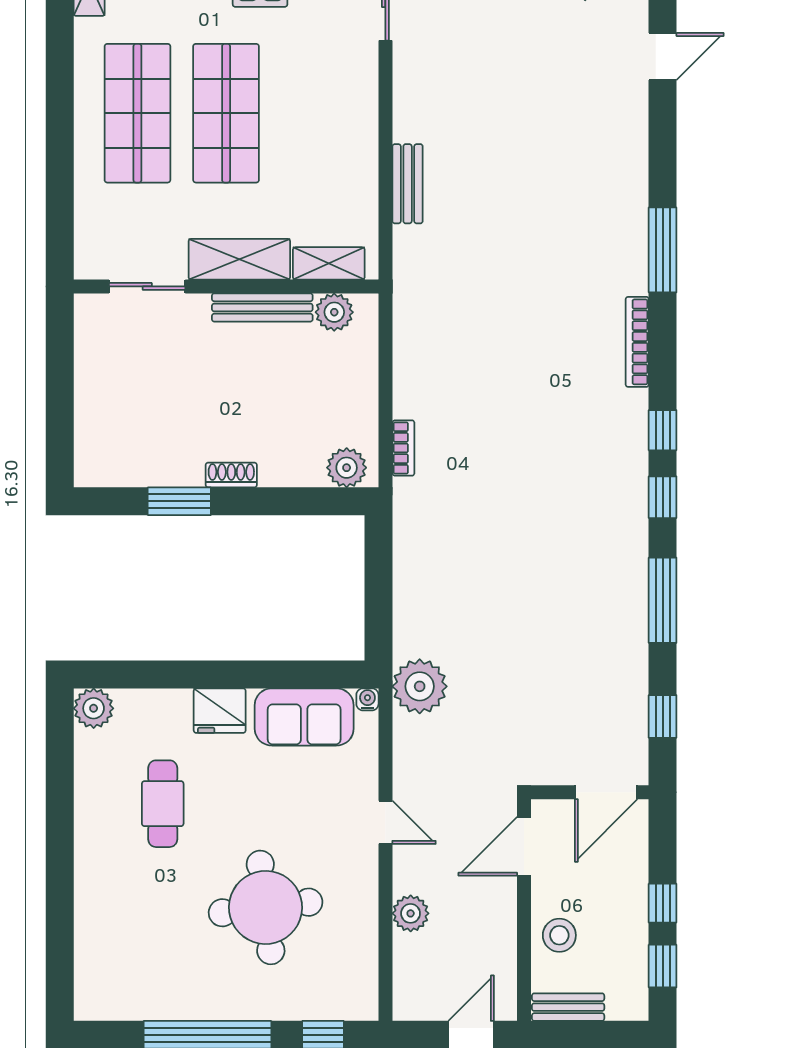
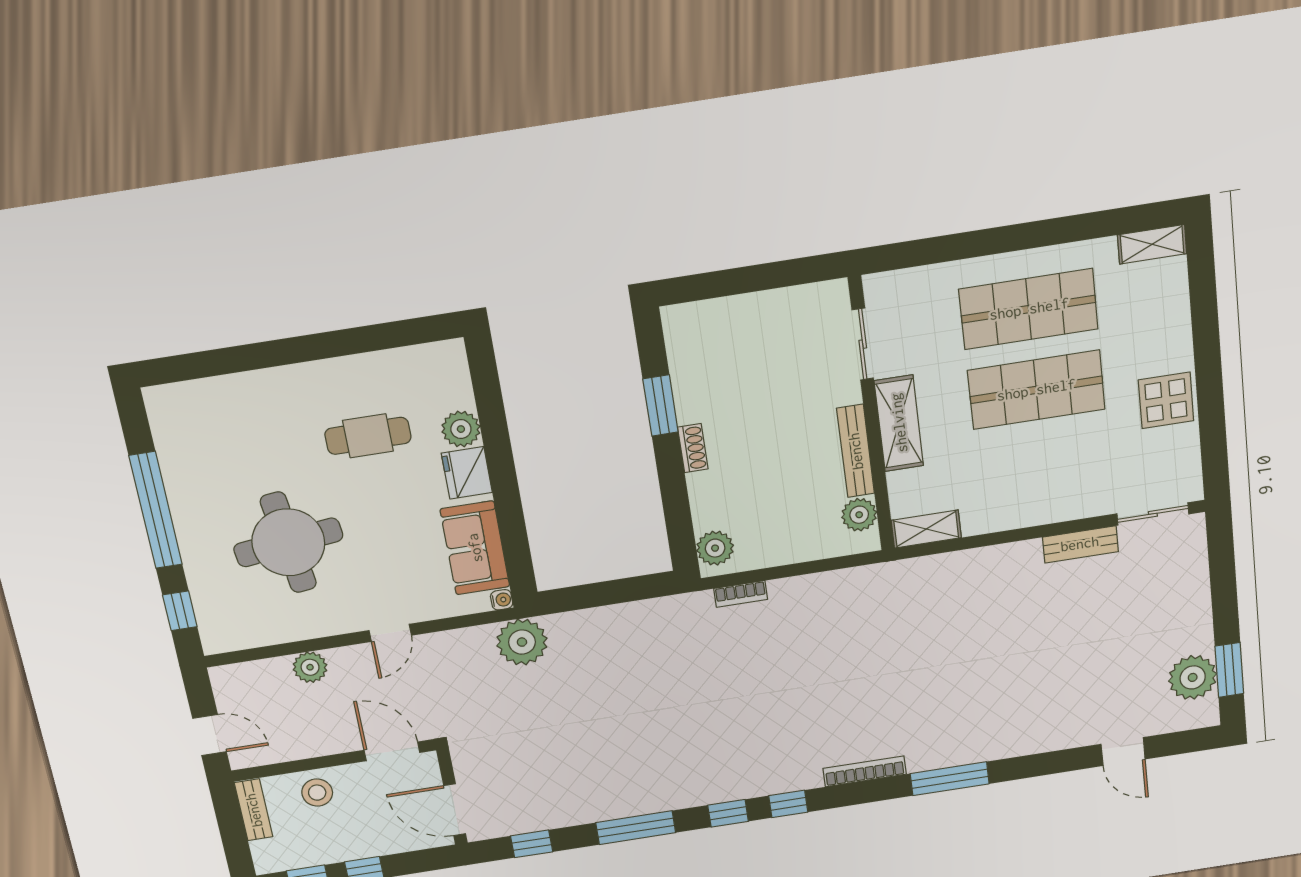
bench: (408, 184) -> (1080, 544), moved
shelving: (329, 263) -> (926, 529), moved, turned 90
plant: (94, 708) -> (461, 429), moved

